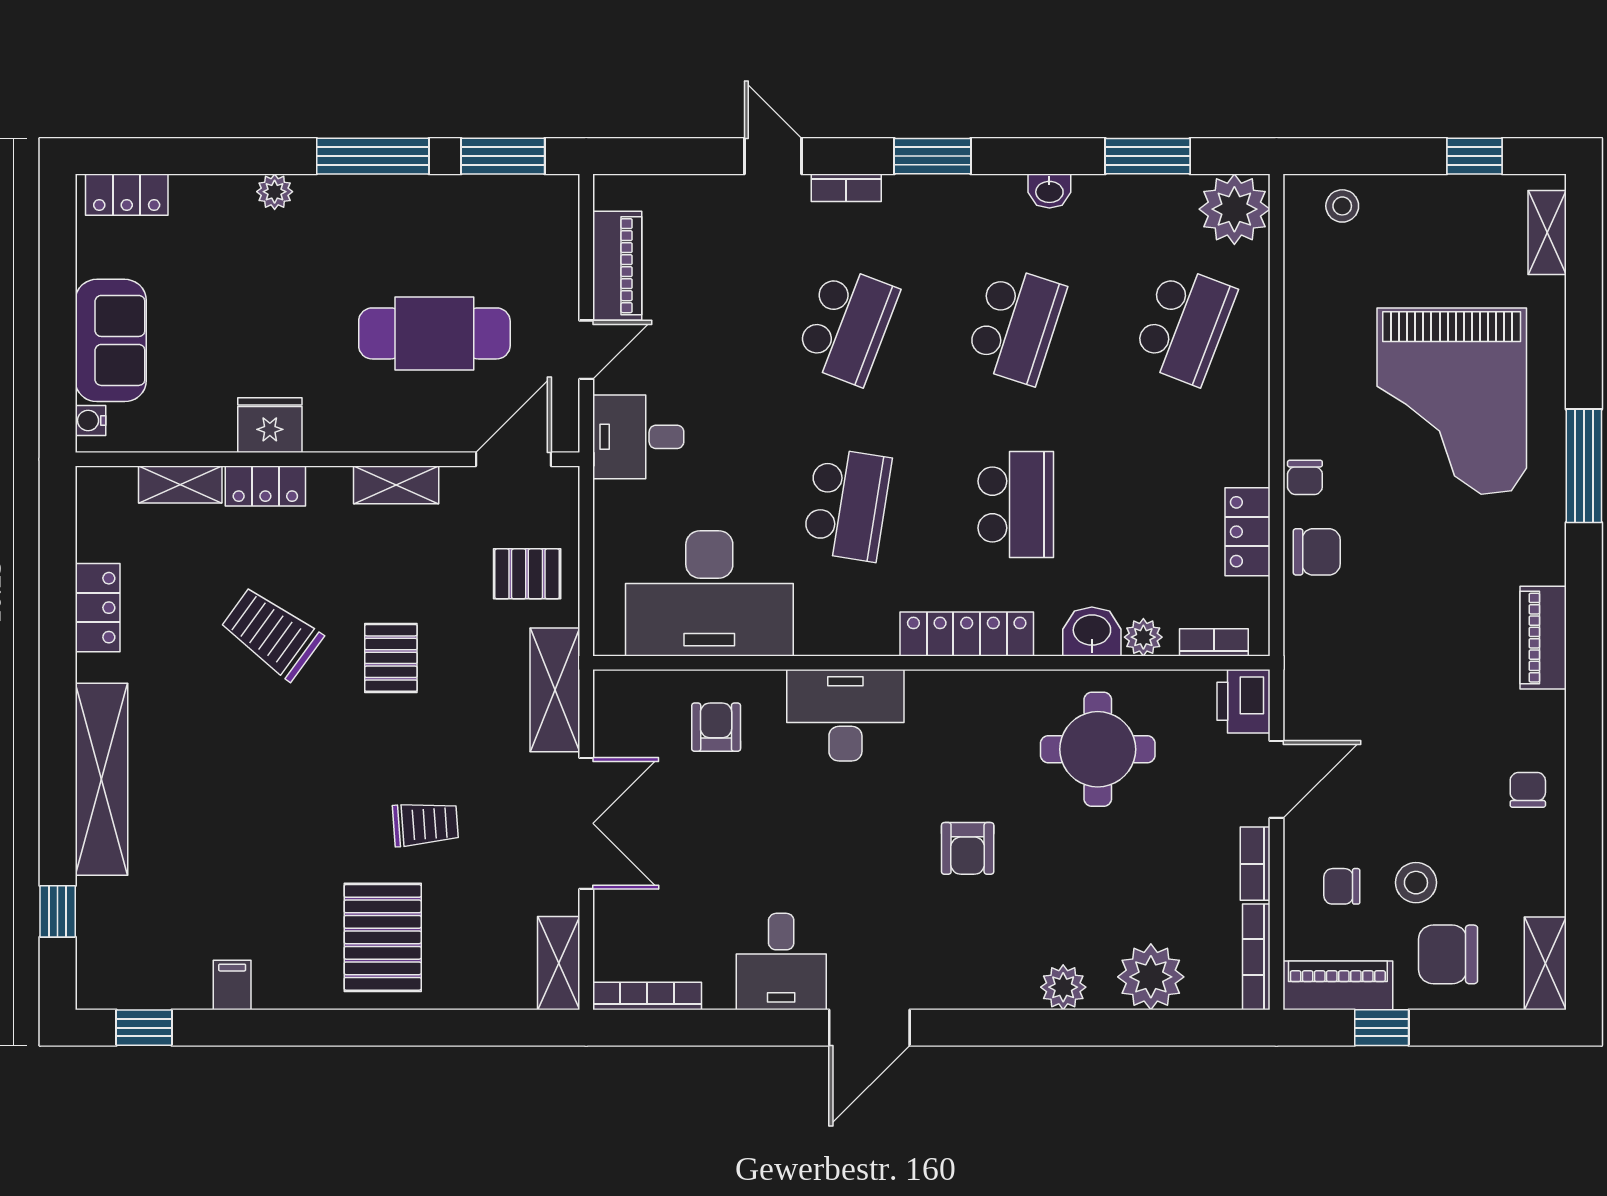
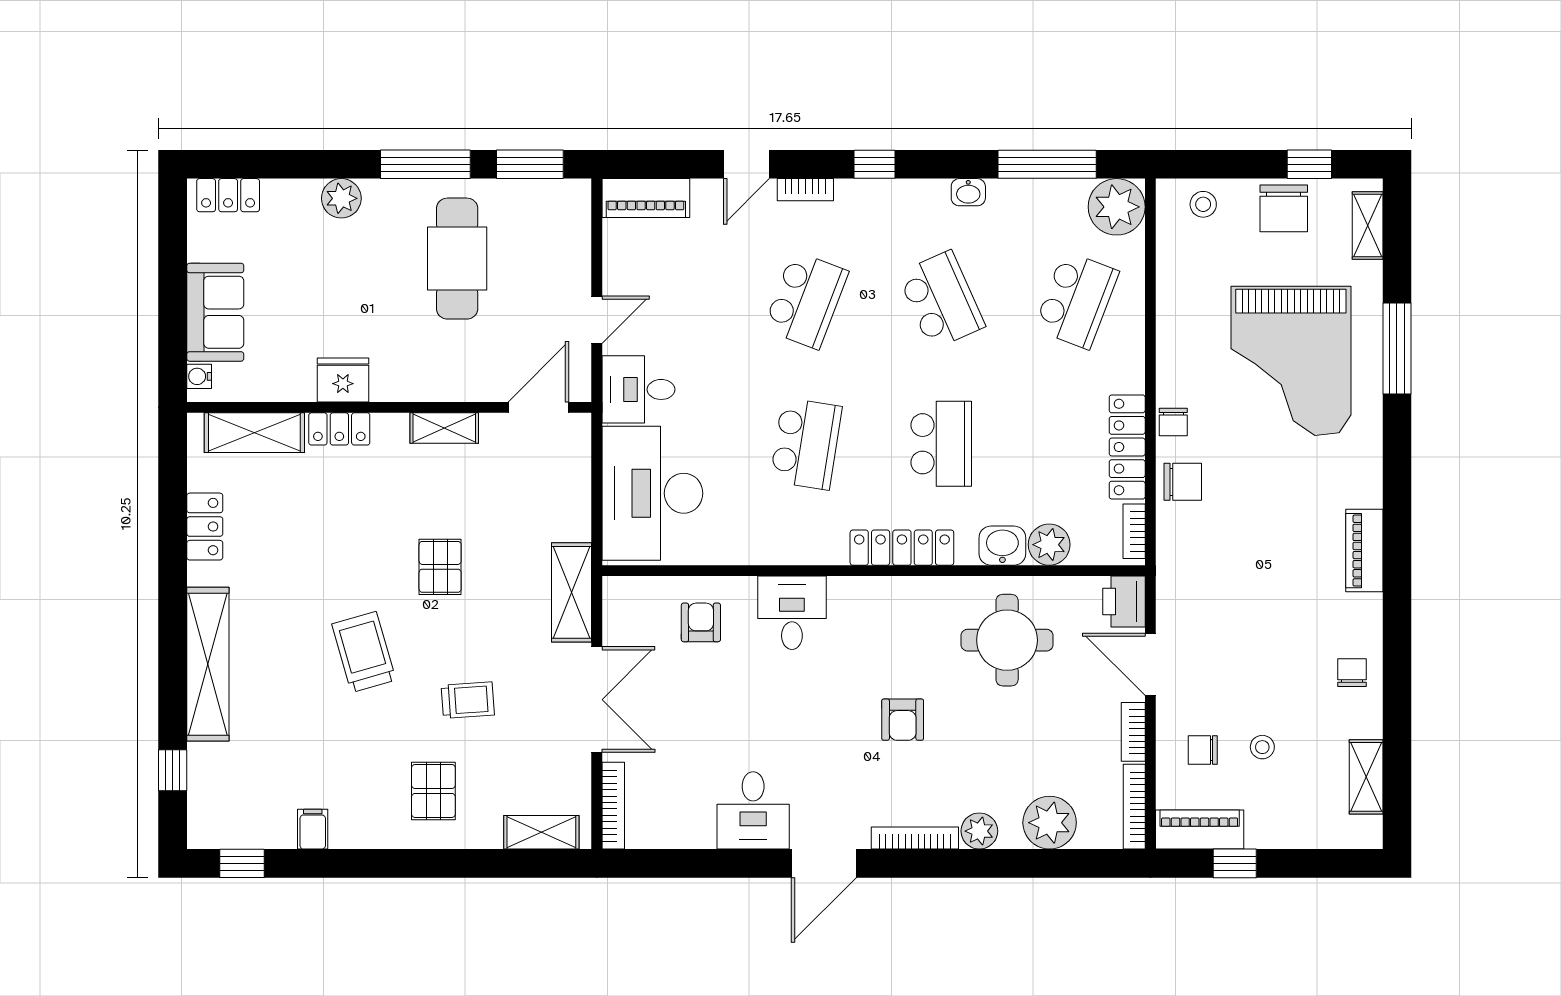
door: (773, 156) -> (747, 164), swing flipped
window: (932, 156) -> (874, 164), width x0.67
window: (1148, 156) -> (1047, 164), width x1.44
plant: (275, 192) -> (341, 198), width x1.38, depth x1.38
piano: (617, 266) -> (646, 198), moved, turned 90
school desk: (1016, 325) -> (941, 300), turned -42
cafe table: (434, 333) -> (457, 259), moved, turned 90
window: (1584, 466) -> (1397, 349), moved
shelving: (180, 484) -> (254, 433), width x1.50, depth x1.33
locker: (1247, 532) -> (1127, 447), width x1.53
pallet: (527, 574) -> (549, 499), removed
desk: (709, 593) -> (652, 493), moved, turned 90
trolley: (272, 633) -> (364, 652), moved, turned 38
plant: (1143, 637) -> (1049, 545), width x1.38, depth x1.38
bookcase: (1214, 642) -> (1134, 531), moved, turned -90
desk: (845, 715) -> (792, 613), width x0.73
door: (1276, 779) -> (1150, 664), swing flipped
stool: (1416, 883) -> (1262, 747), width x0.73, depth x0.73
pallet: (383, 937) -> (433, 791), width x0.67, depth x0.71
chair: (1448, 954) -> (1284, 208), moved, turned -90
shelving: (559, 963) -> (541, 832), moved, turned 90
shelving: (1545, 963) -> (1366, 777), moved
bookcase: (647, 996) -> (613, 806), moved, turned 90
bookcase: (983, 996) -> (915, 838), added

